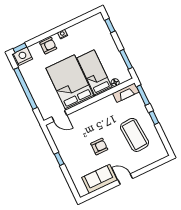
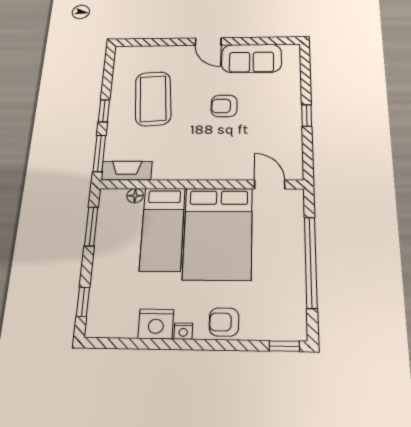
nightstand: (23, 56) -> (156, 324), moved

